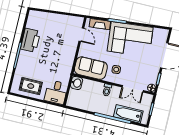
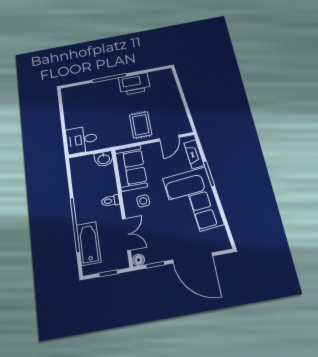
rug: (31, 86) -> (141, 125), moved
double door: (133, 89) -> (126, 234), swing flipped

